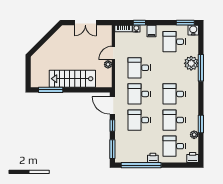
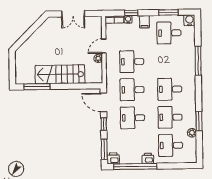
window: (185, 23) -> (168, 12), moved
plant: (191, 63) -> (188, 56), removed
printer: (193, 157) -> (113, 158), moved

